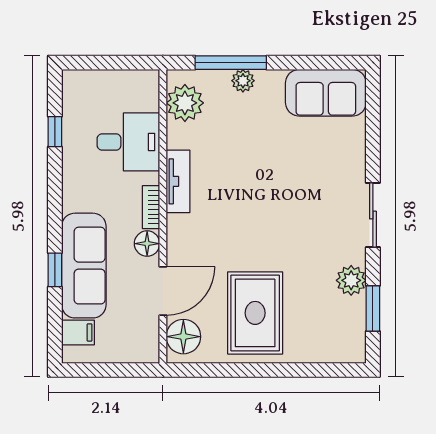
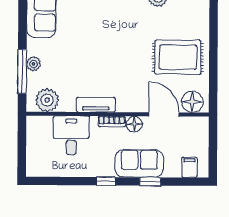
window: (55, 132) -> (106, 181), moved
sofa: (84, 266) -> (139, 163), width x0.73

